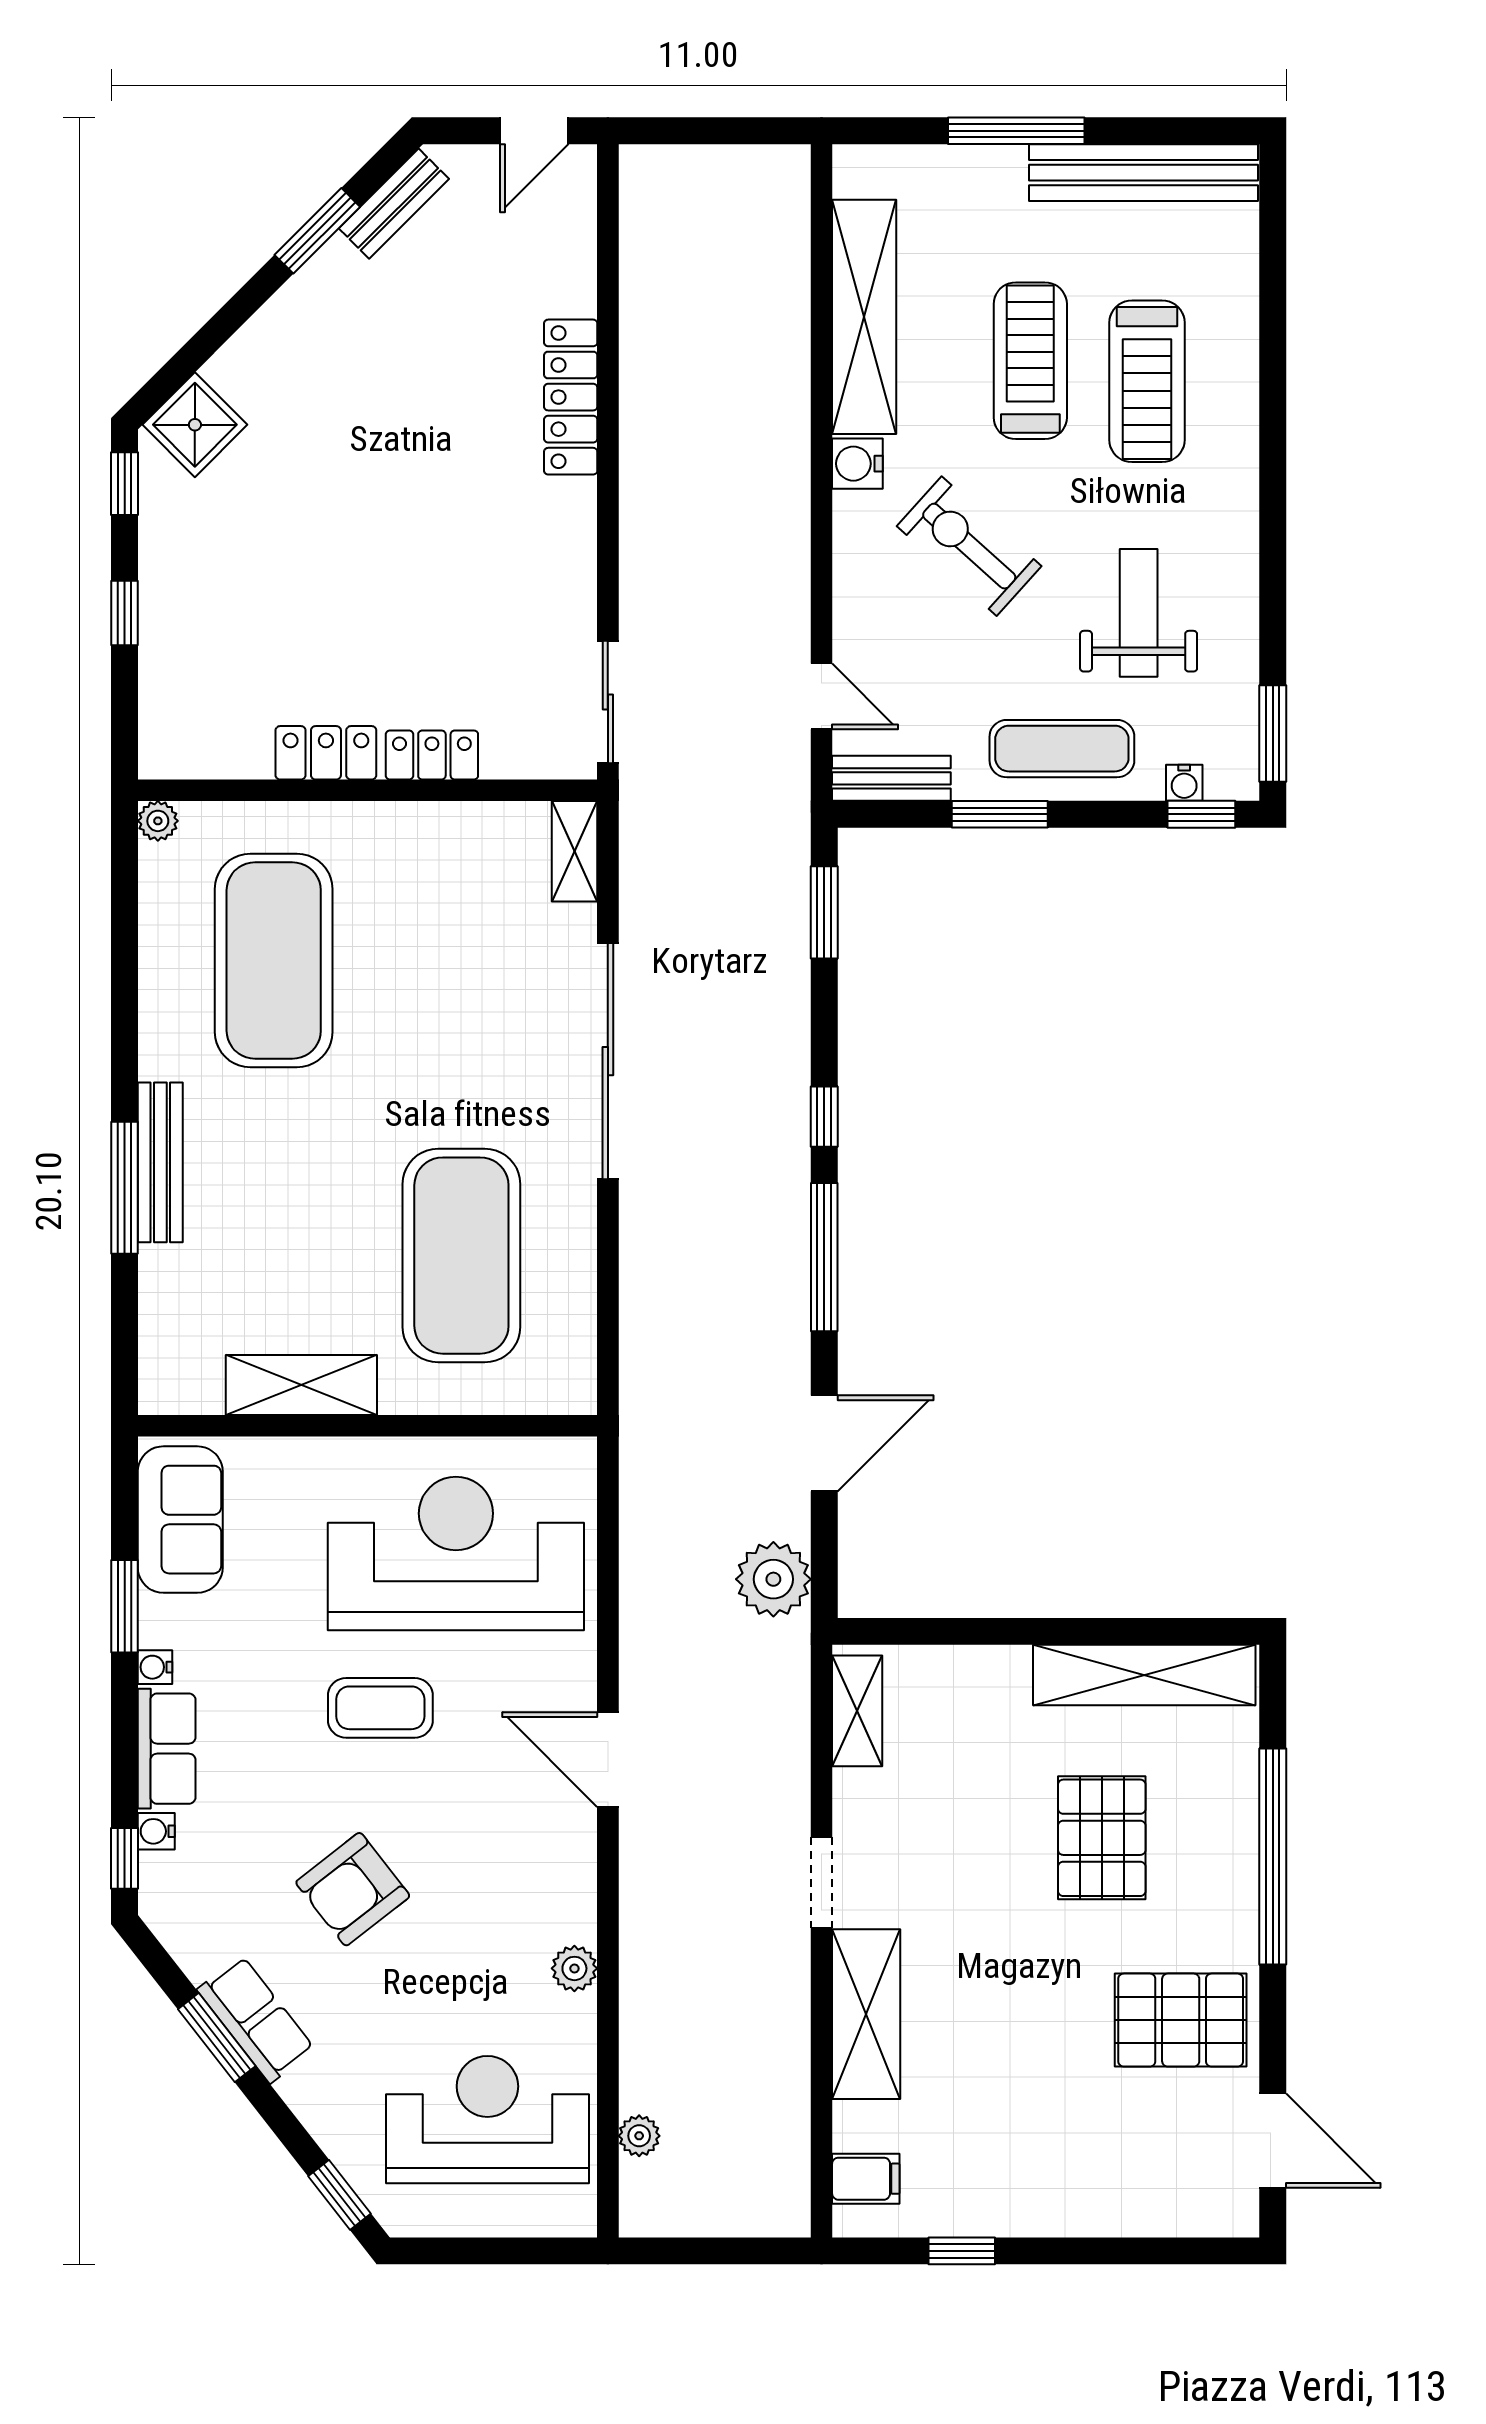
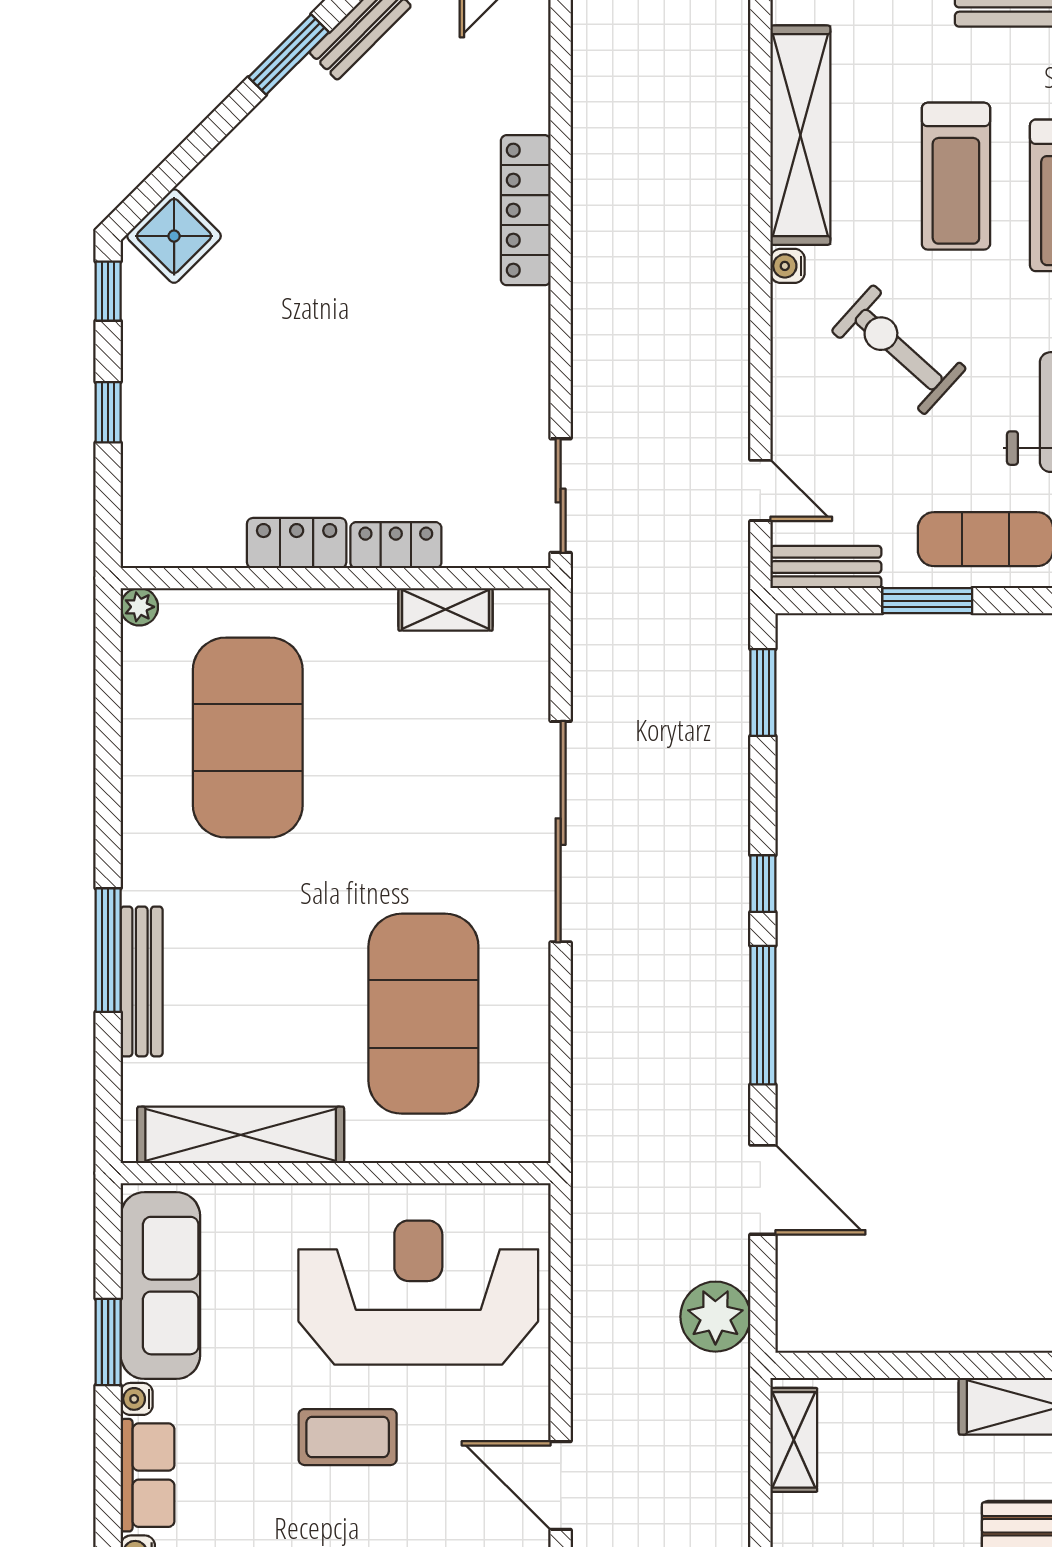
treadmill: (1030, 361) -> (956, 176), turned 180
water cooler: (857, 464) -> (788, 266), width x0.72, depth x0.72
shelving: (575, 851) -> (446, 609), moved, turned 90
bench: (160, 1162) -> (142, 981), moved
shelving: (301, 1385) -> (241, 1135), width x1.47
door: (824, 1443) -> (763, 1190), hinge flipped
sofa: (180, 1520) -> (160, 1286), width x1.36

